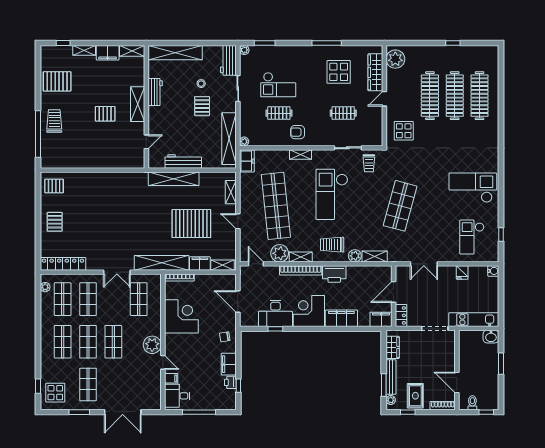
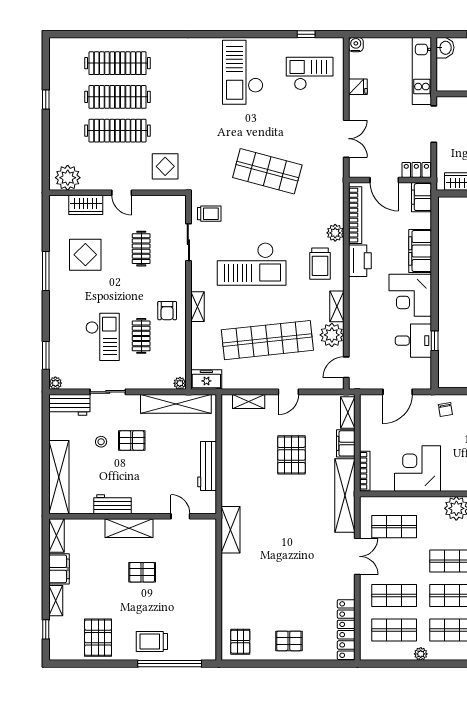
wardrobe: (375, 72) -> (86, 205), width x0.67
pallet: (105, 114) -> (142, 572), turned 90
shelving: (174, 179) -> (230, 530), moved, width x0.68
pallet: (191, 224) -> (291, 455), width x0.73, depth x0.71
checkout: (472, 237) -> (310, 74), turned 180
shelving: (375, 256) -> (336, 206), removed
bookcase: (301, 270) -> (355, 215), moved
plant: (45, 287) -> (421, 654), moved
desk: (275, 313) -> (413, 341), width x0.73

